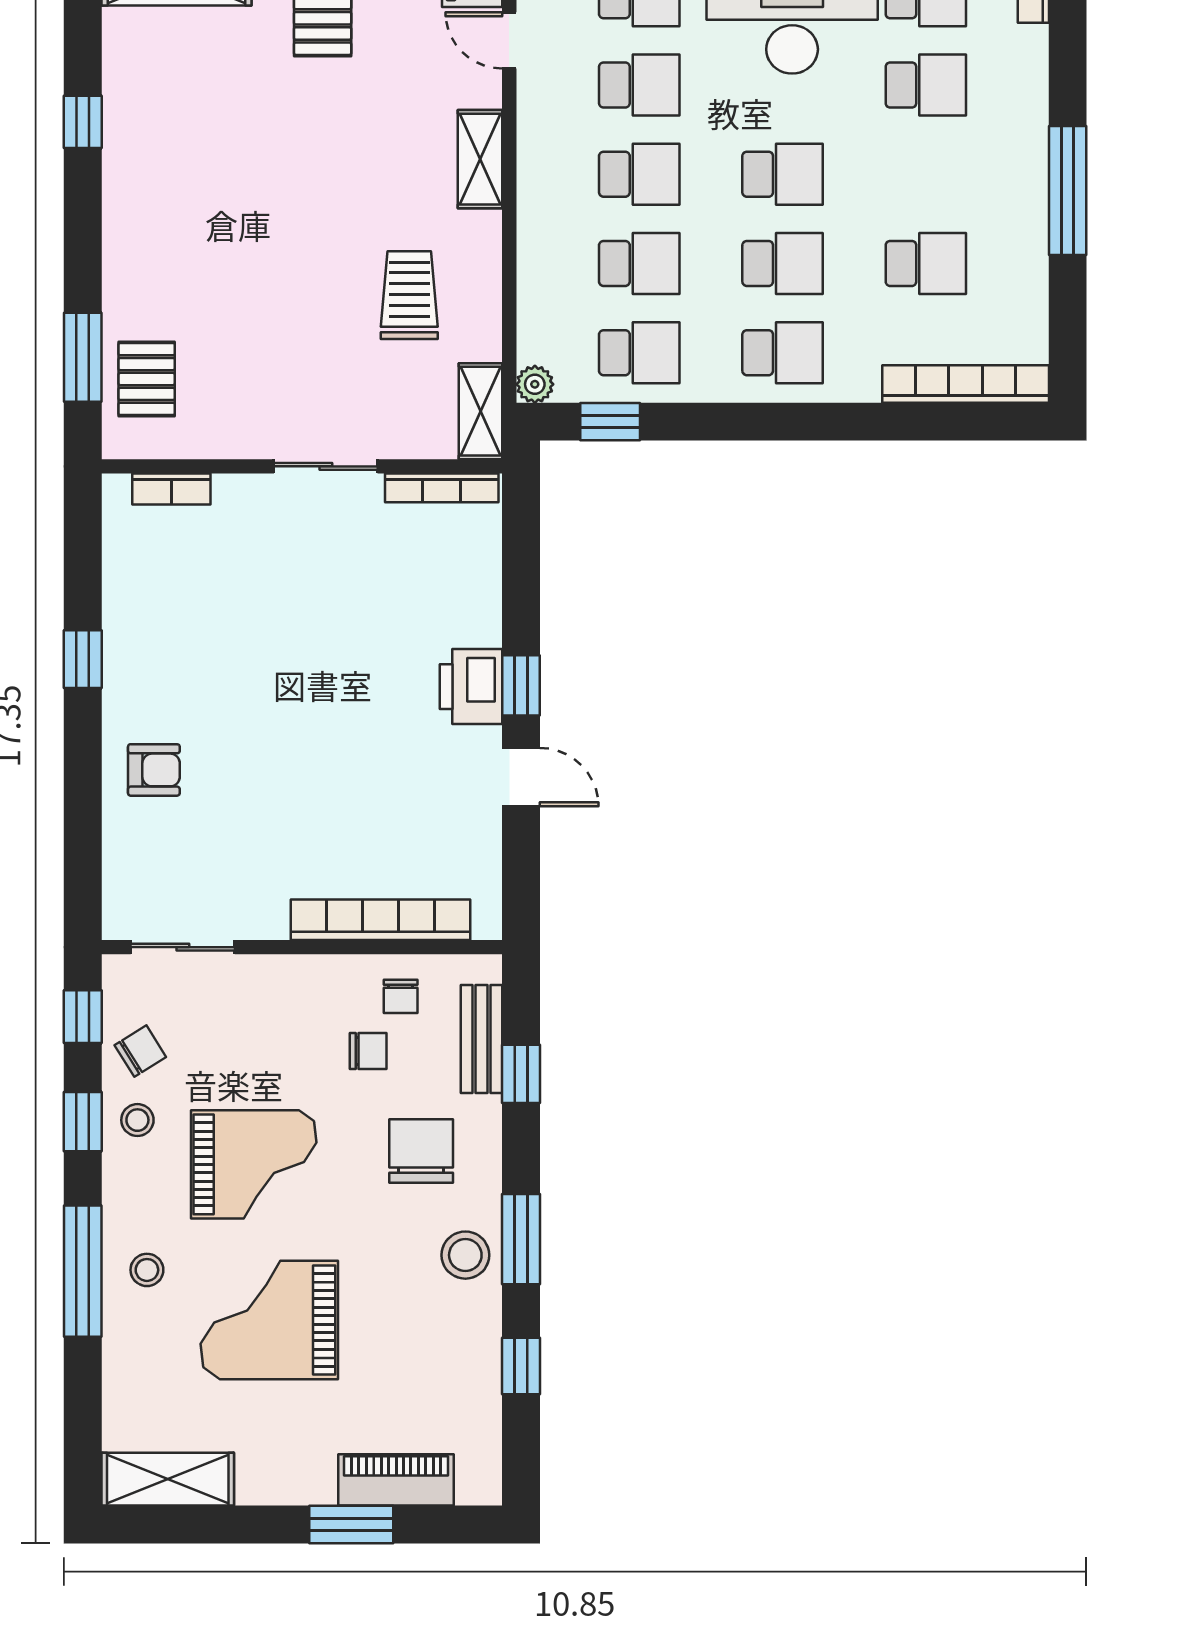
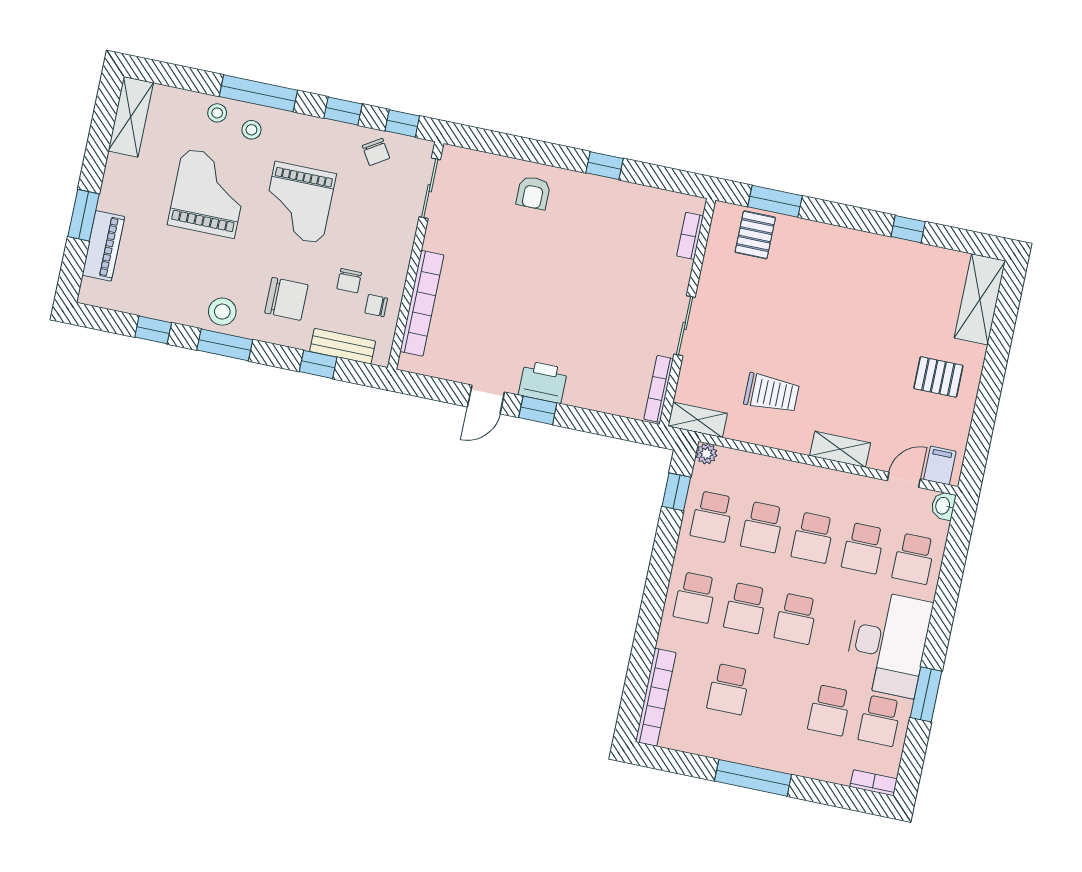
pallet: (147, 379) -> (755, 235), turned 90
stool: (137, 1120) -> (217, 113), moved

